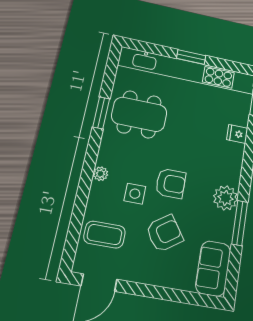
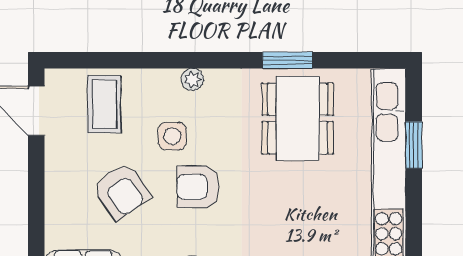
window: (191, 57) -> (414, 145), moved
armchair: (171, 183) -> (198, 187), turned 90

